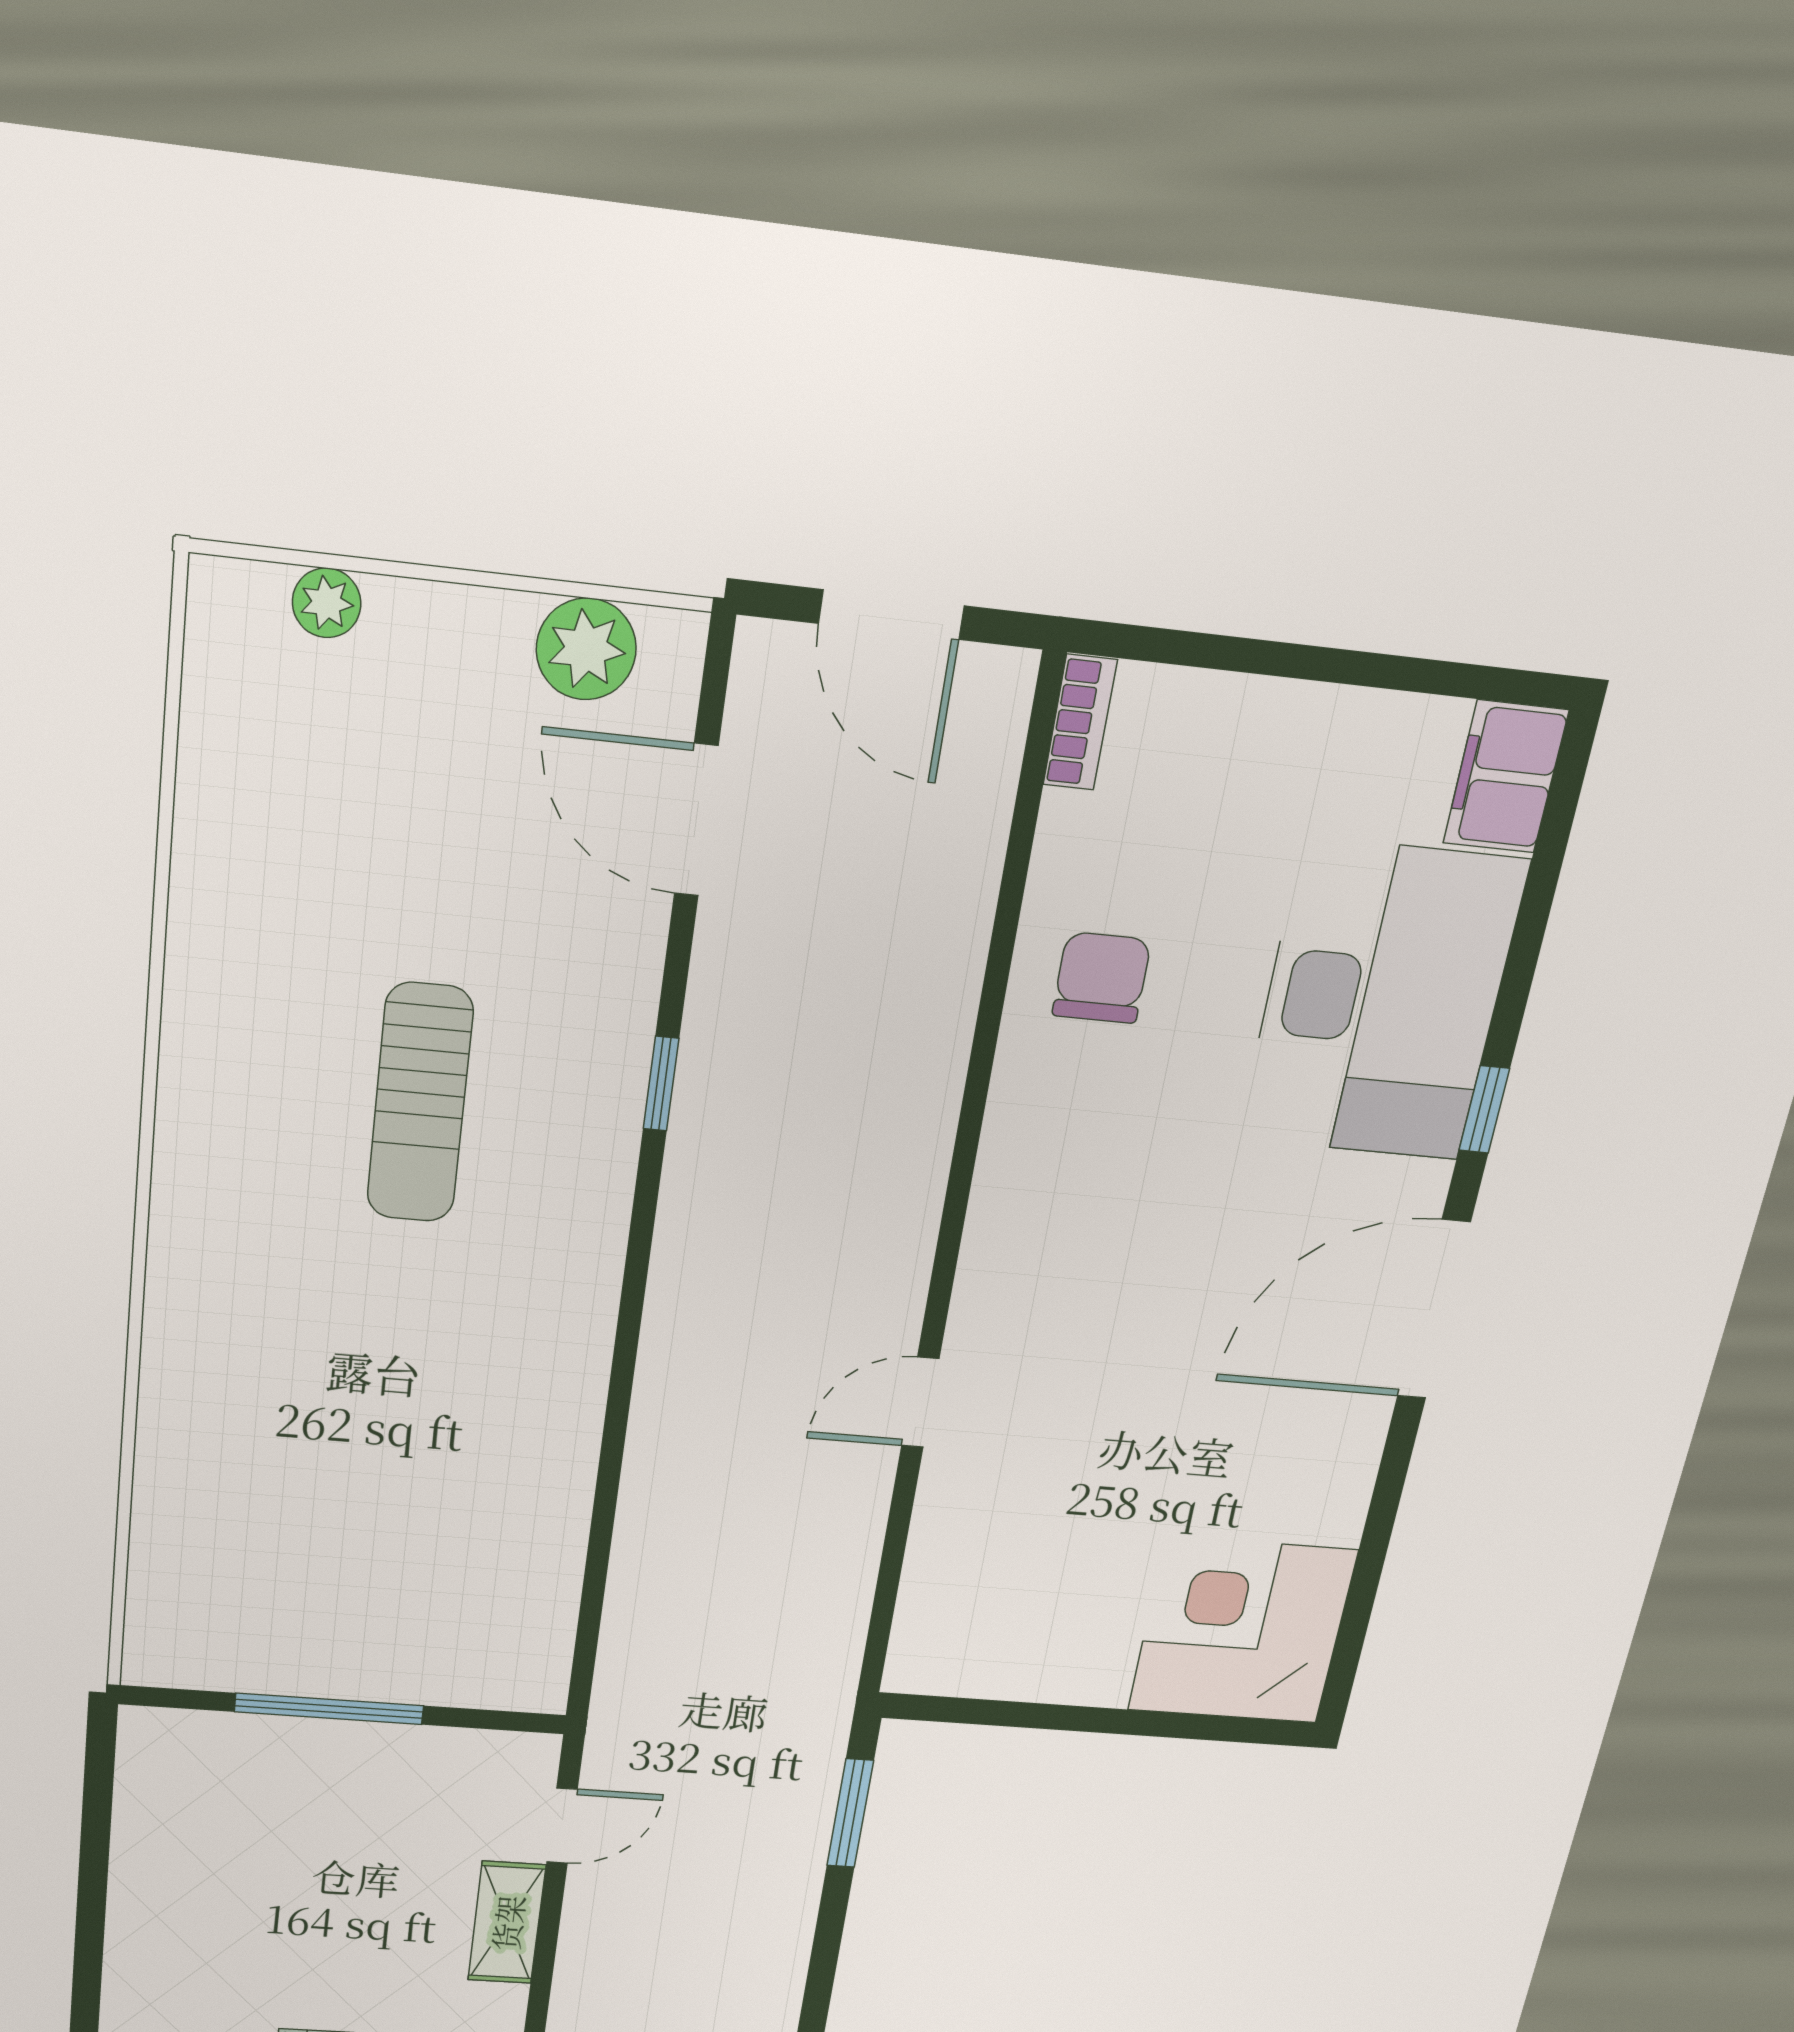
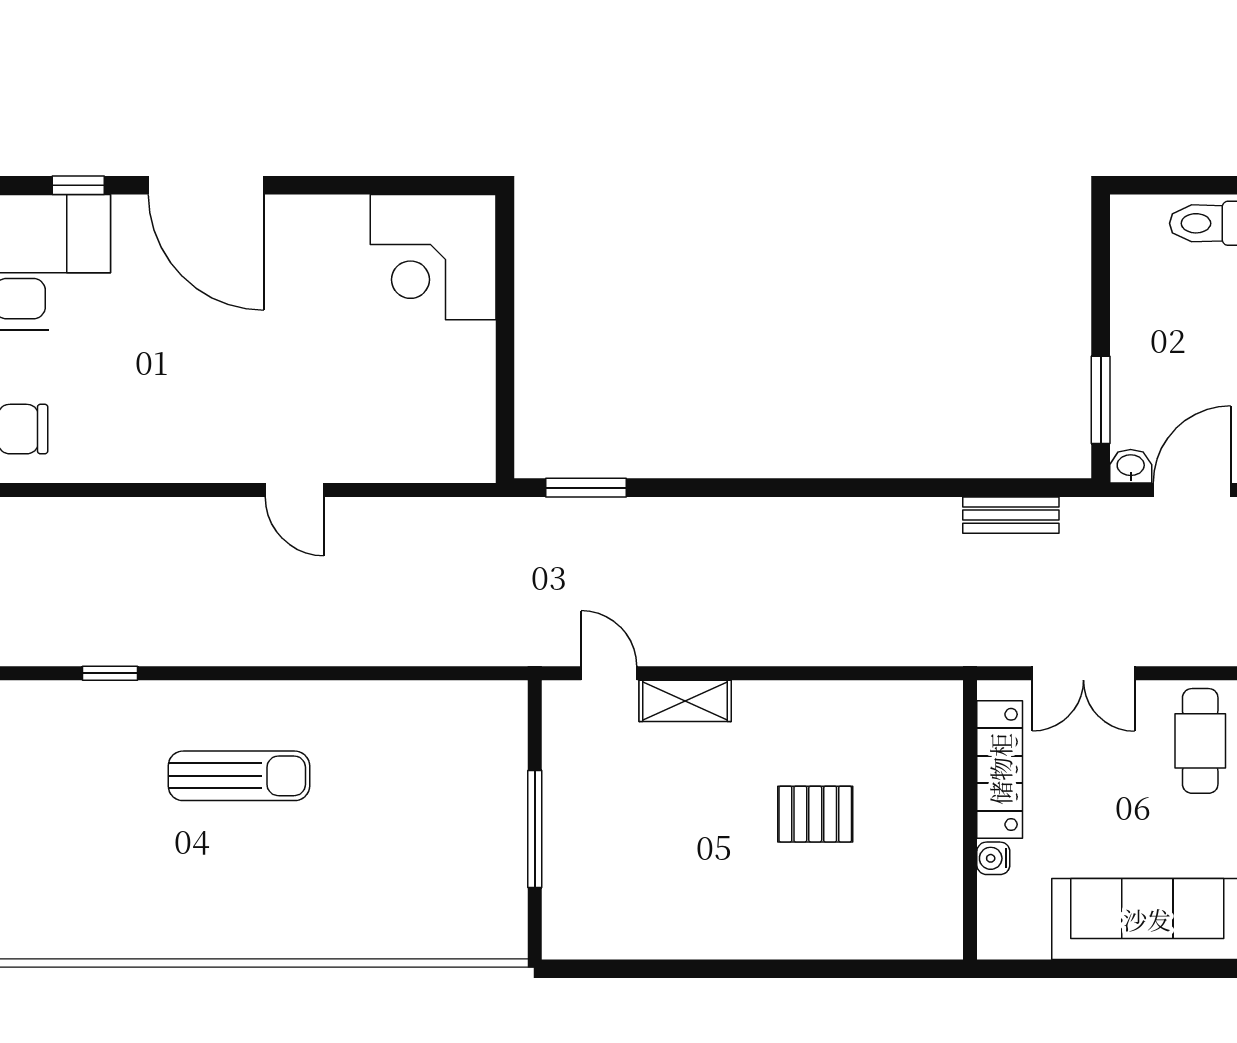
sun lounger: (420, 1103) -> (239, 776), moved

